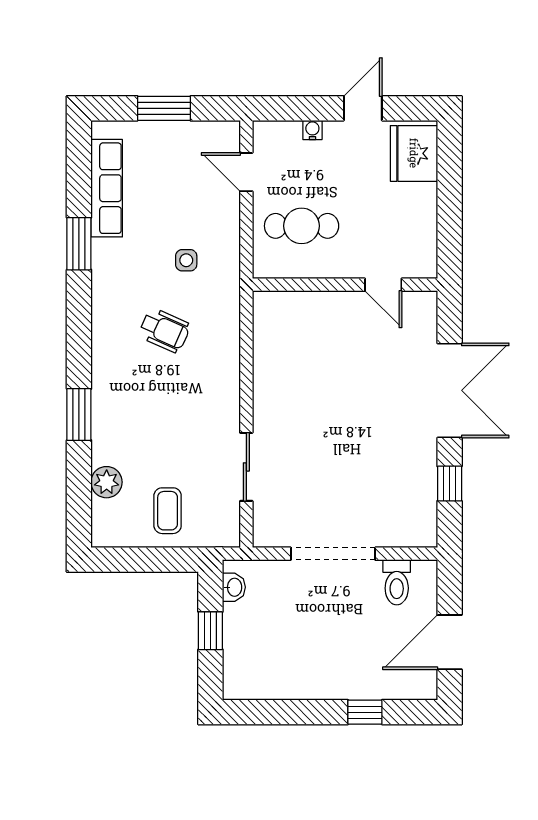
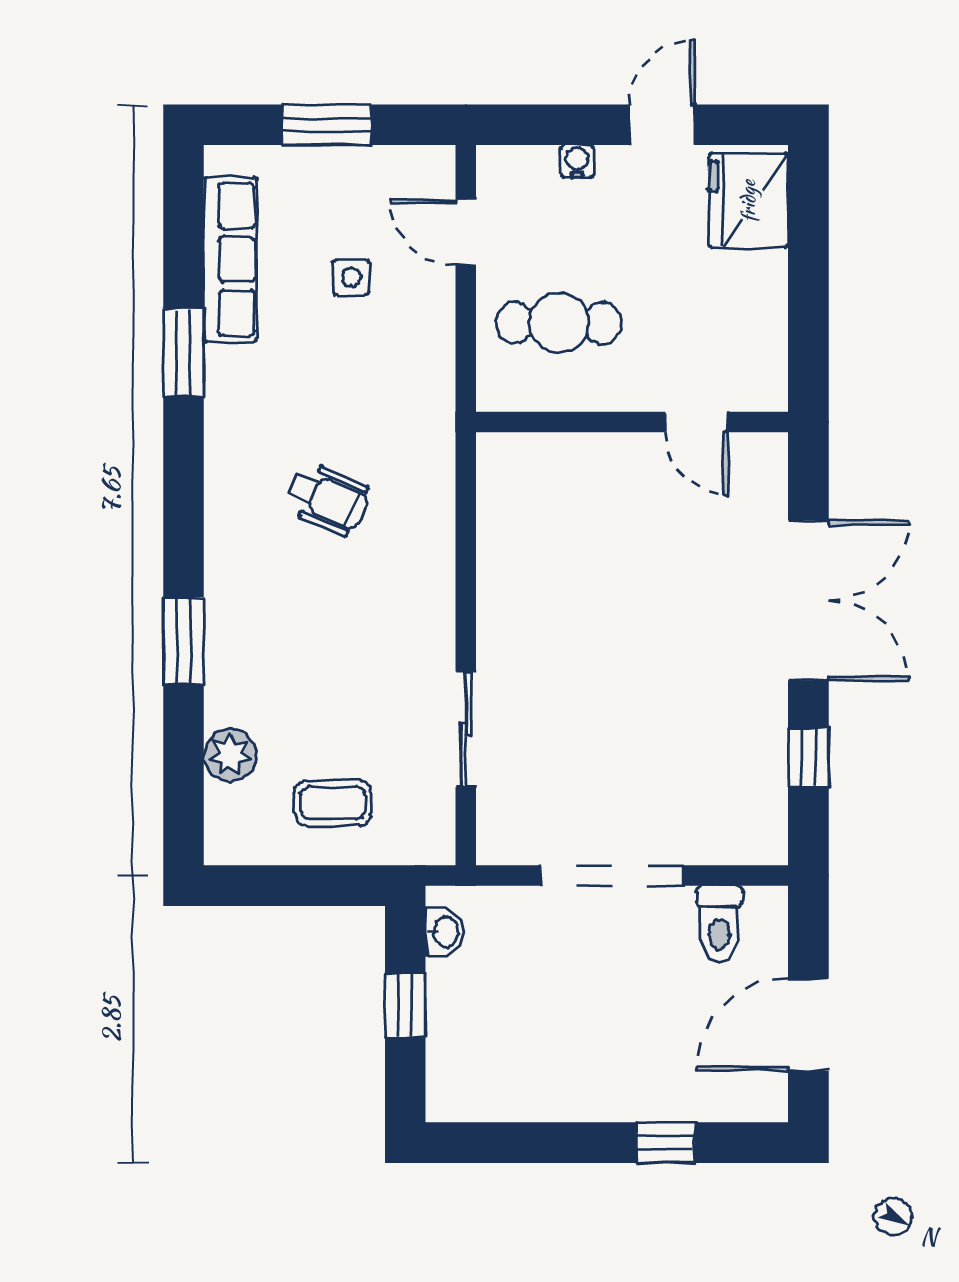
side table: (186, 260) -> (351, 277), moved
coffee table: (168, 511) -> (333, 803), turned 90

